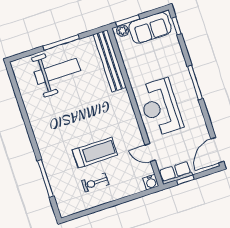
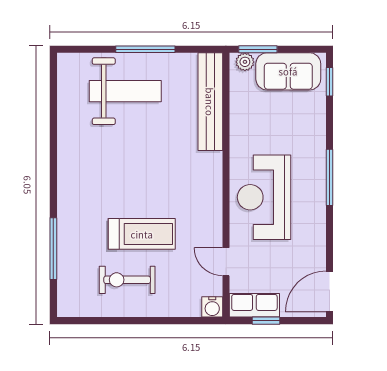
exercise bike: (95, 183) -> (127, 280), width x1.38, depth x1.39

